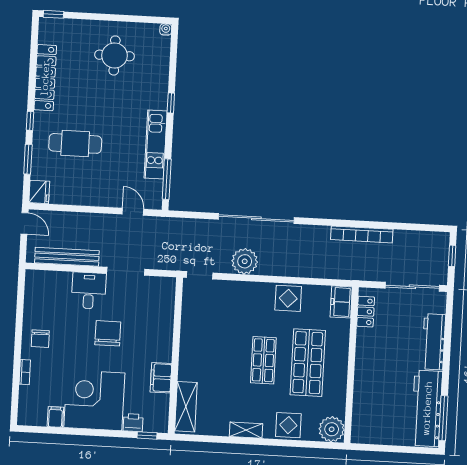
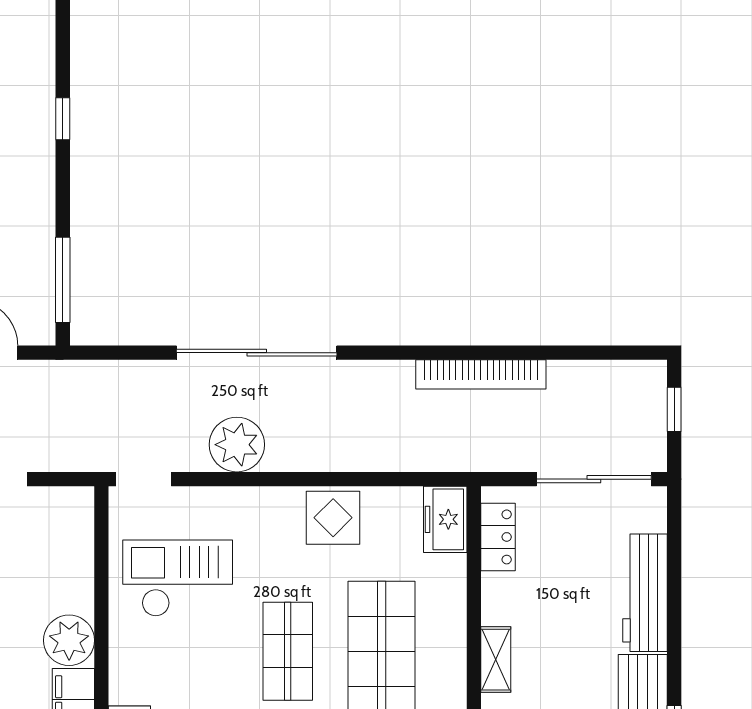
kitchen unit: (156, 145) -> (35, 208), removed
checkout: (213, 323) -> (178, 578), added
plant: (160, 349) -> (69, 640), added
shelving: (361, 369) -> (496, 660), added

